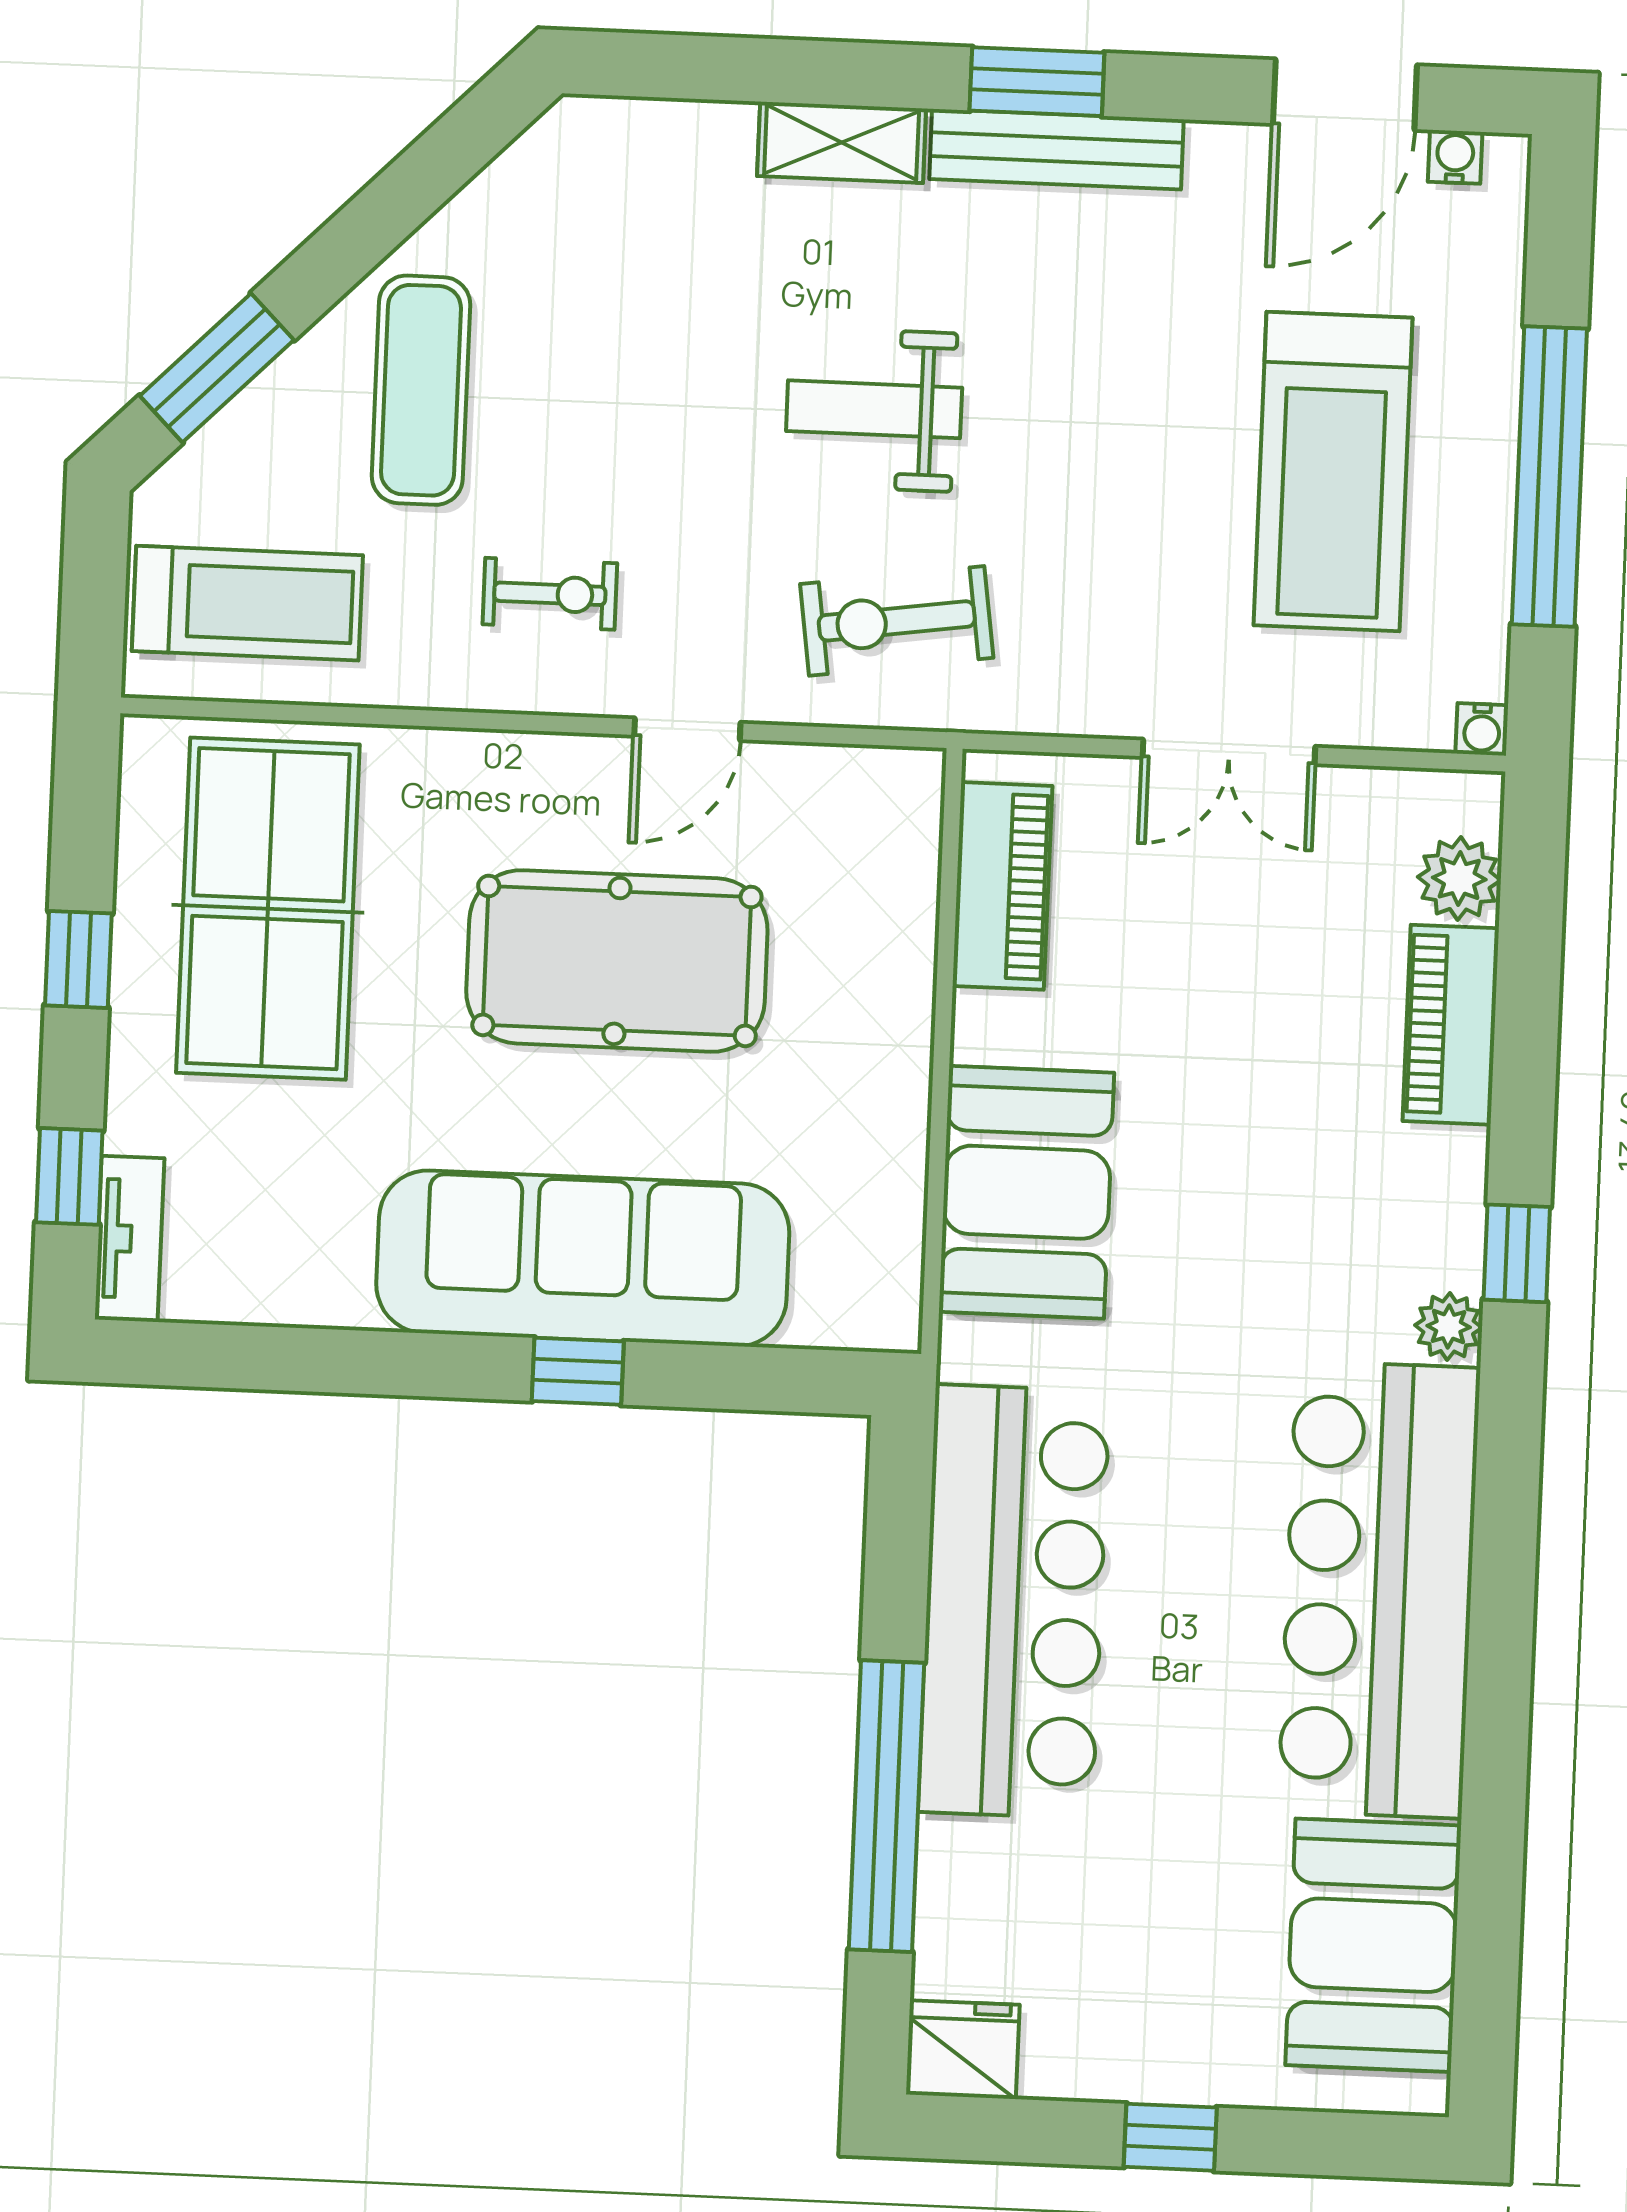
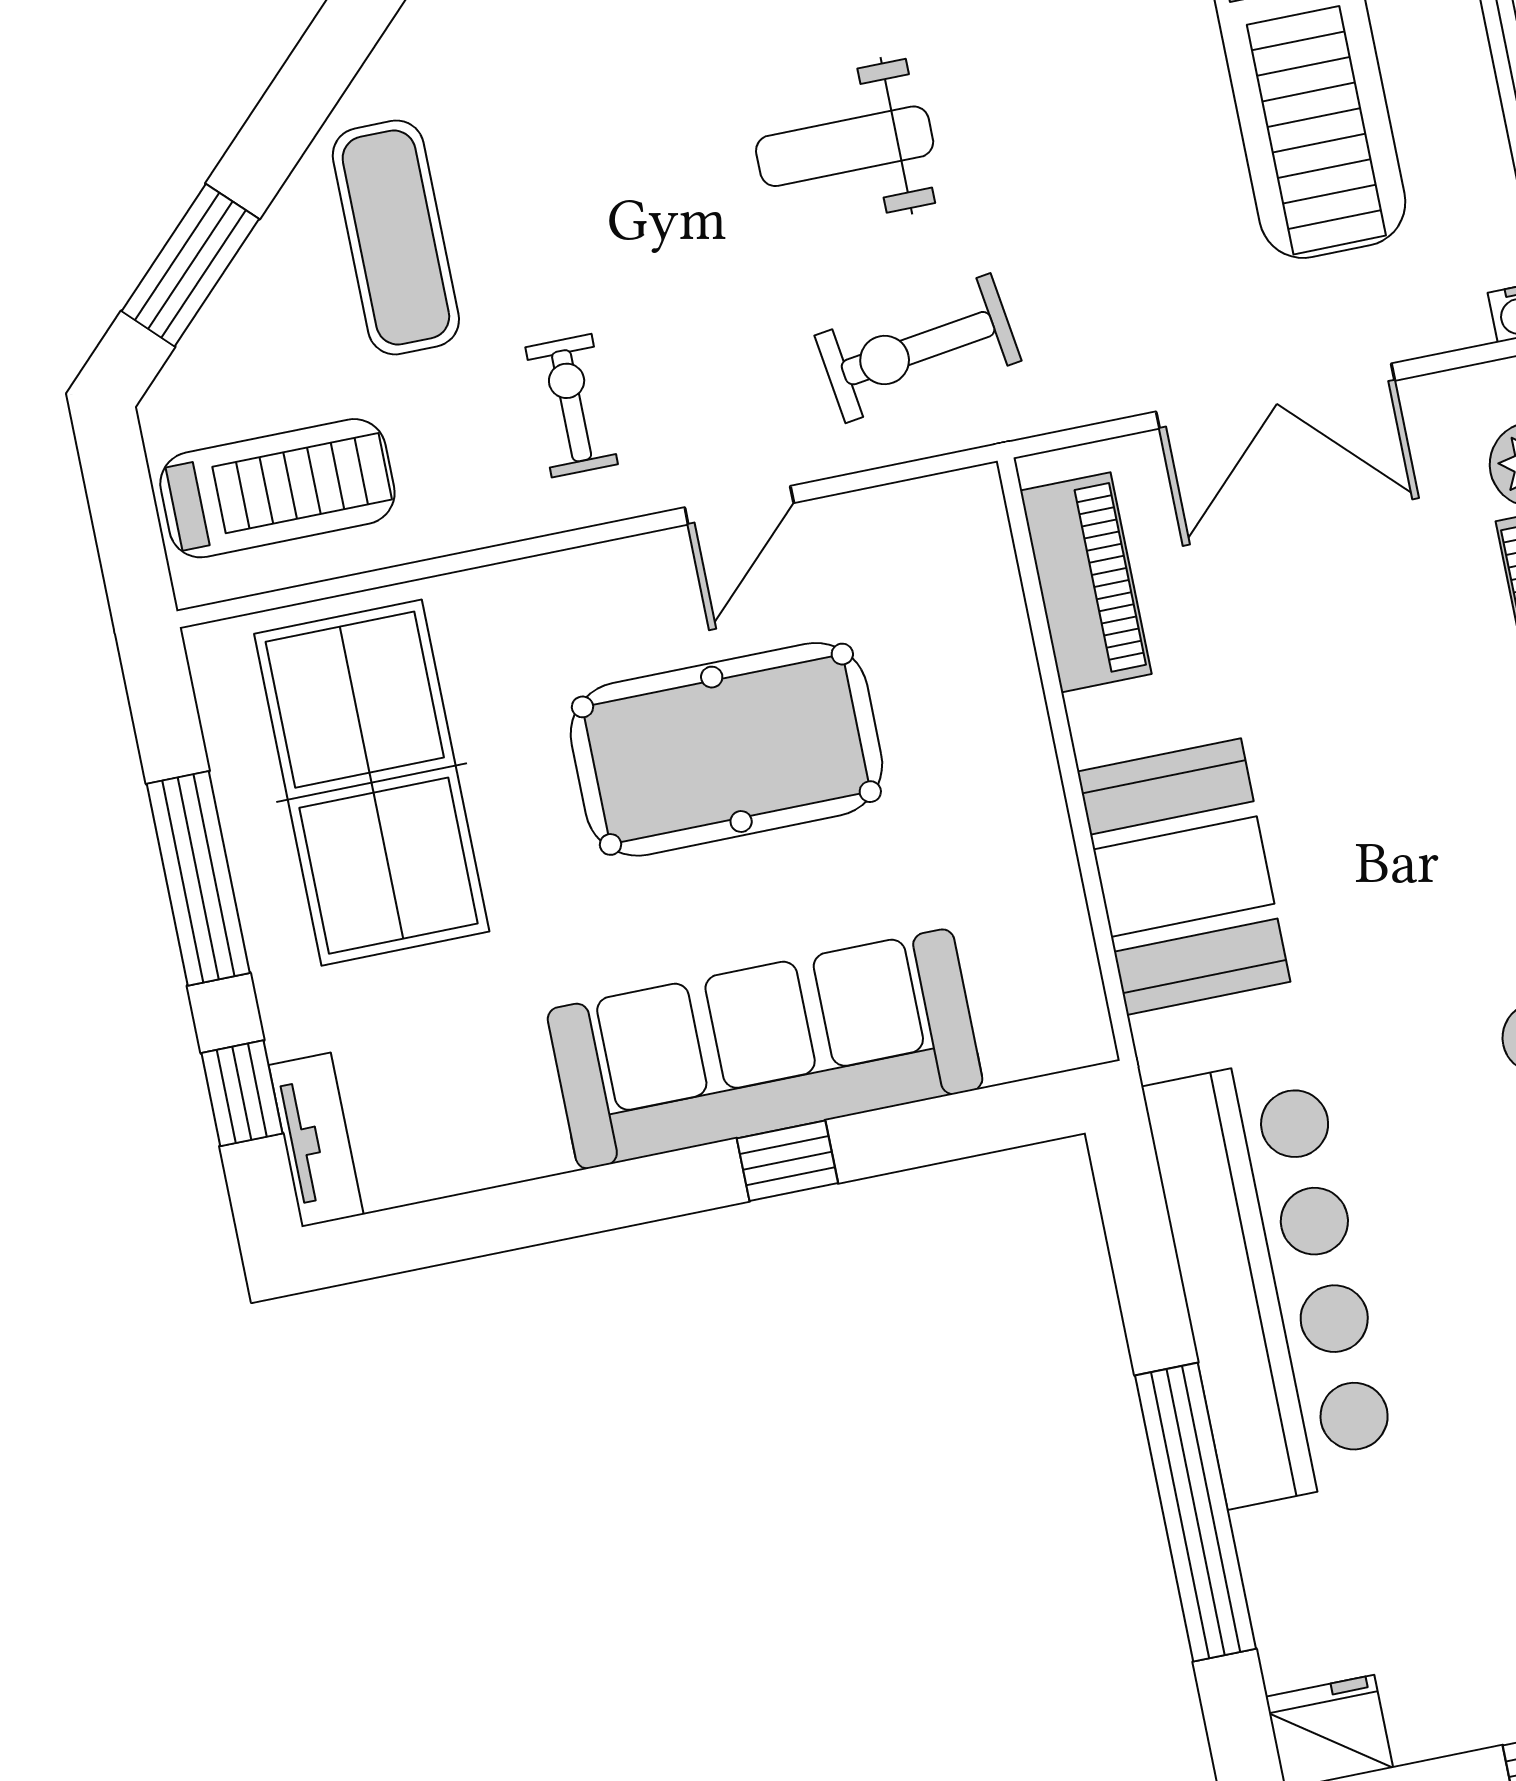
exercise bike: (550, 594) -> (572, 406), turned -90
double door: (1229, 752) -> (1275, 396), width x1.37
window: (78, 959) -> (198, 878), width x2.17

